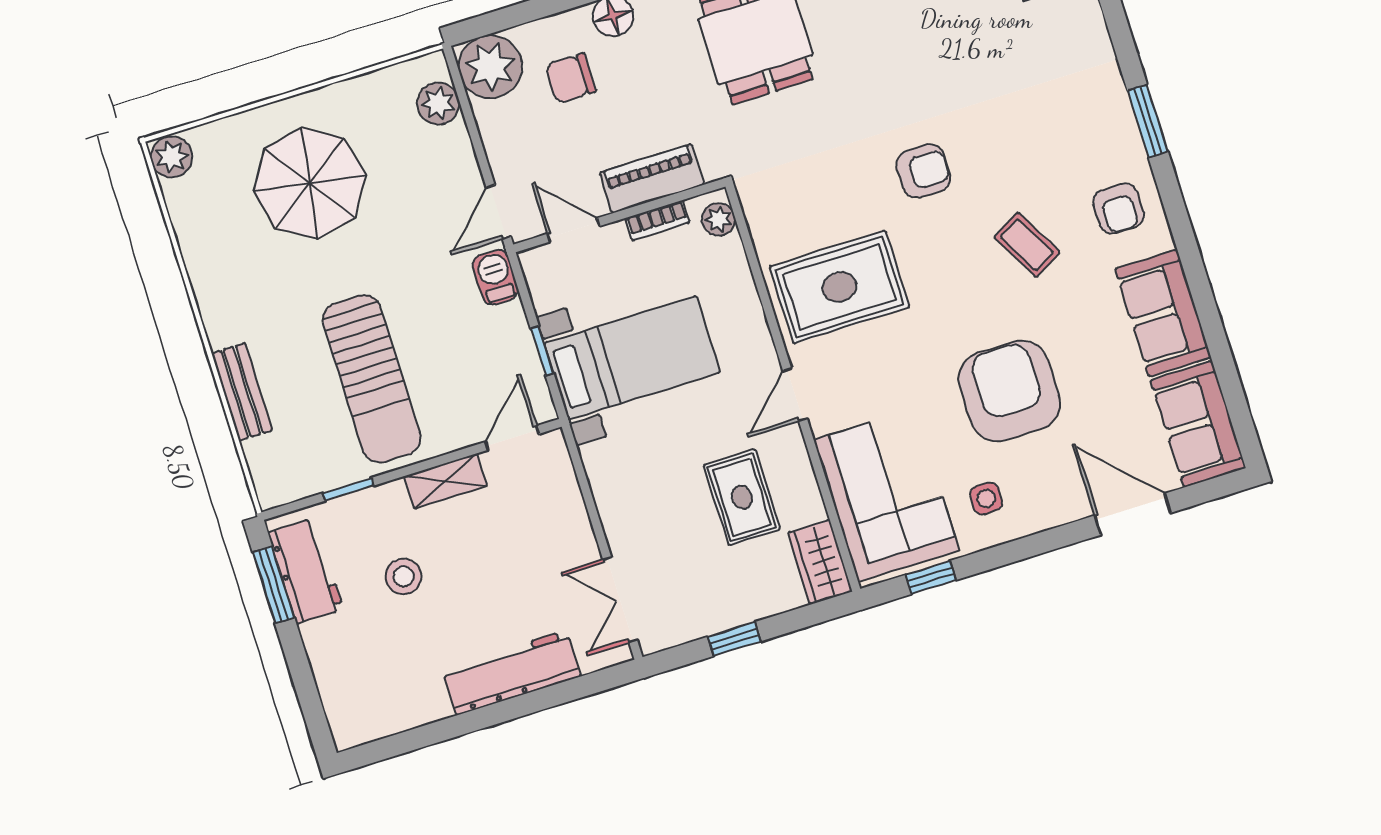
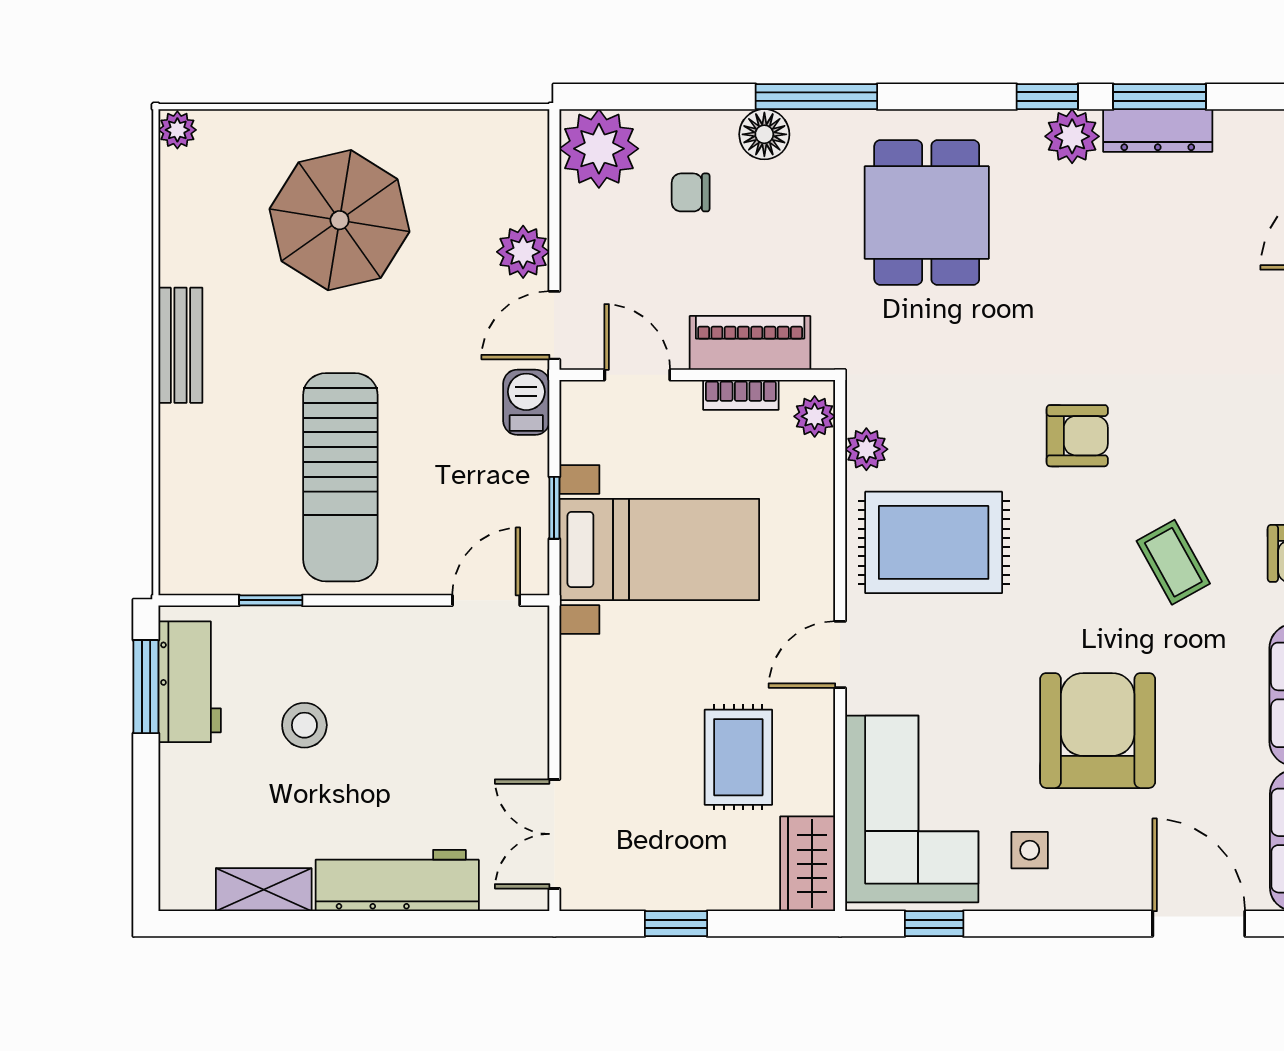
chair: (571, 78) -> (691, 192), width x0.73, depth x0.73
plant: (438, 103) -> (523, 252), moved
plant: (172, 157) -> (177, 130), width x0.73, depth x0.73
plant: (766, 232) -> (866, 449), added
bench: (242, 392) -> (180, 345), moved
shelving: (445, 481) -> (264, 890), moved

